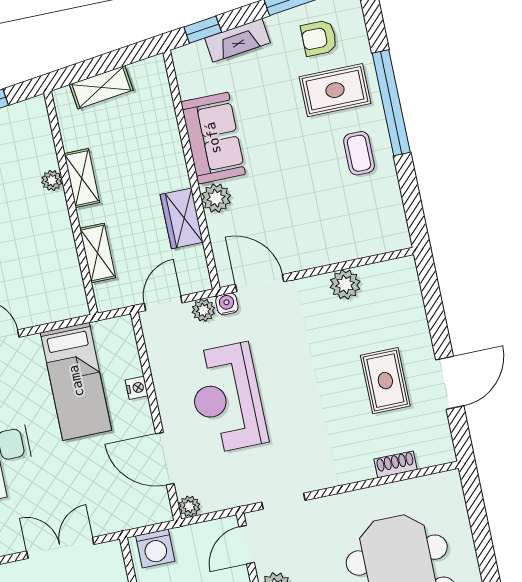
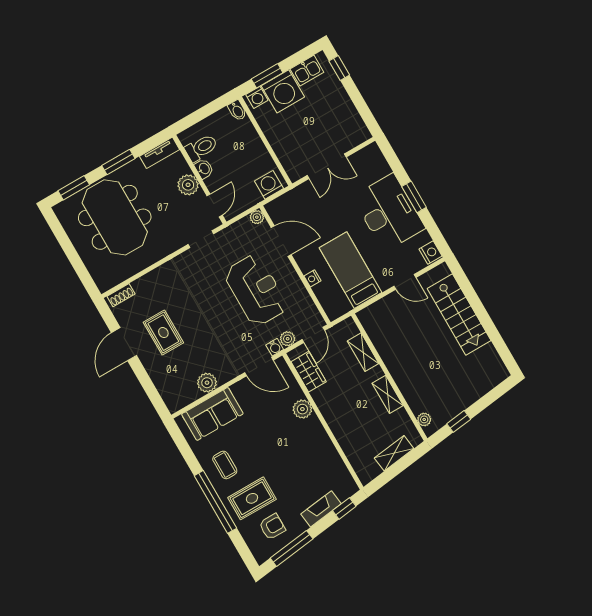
sofa: (213, 138) -> (212, 414), moved, turned -90
plant: (52, 180) -> (424, 419), moved
wardrobe: (182, 218) -> (309, 372), moved
shoe rack: (395, 464) -> (121, 295), moved

